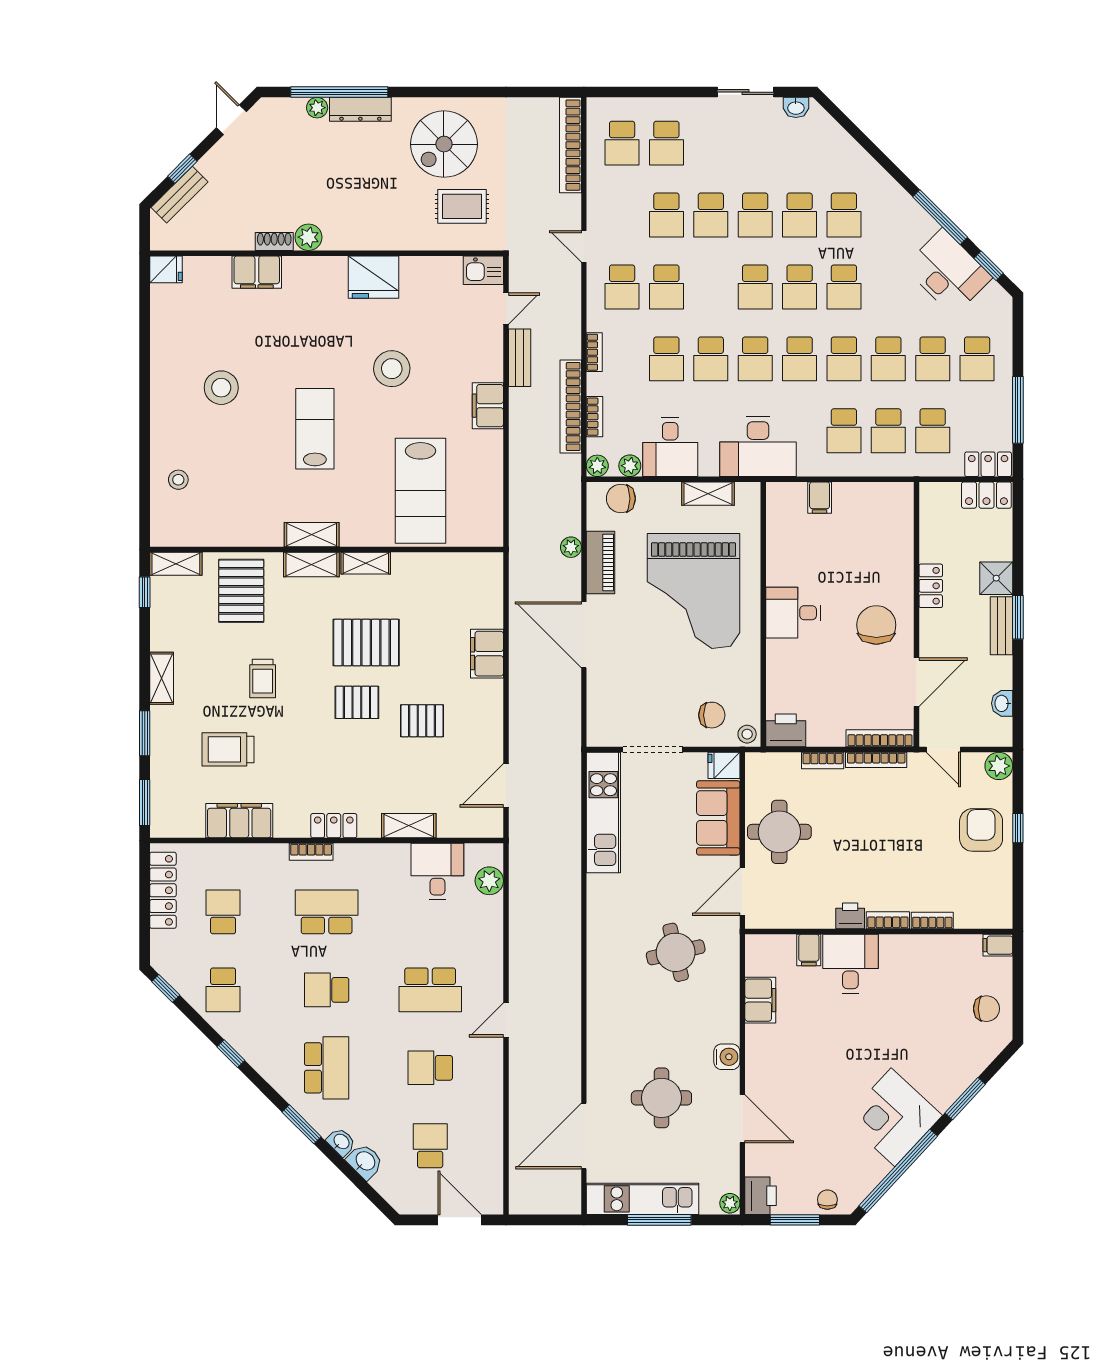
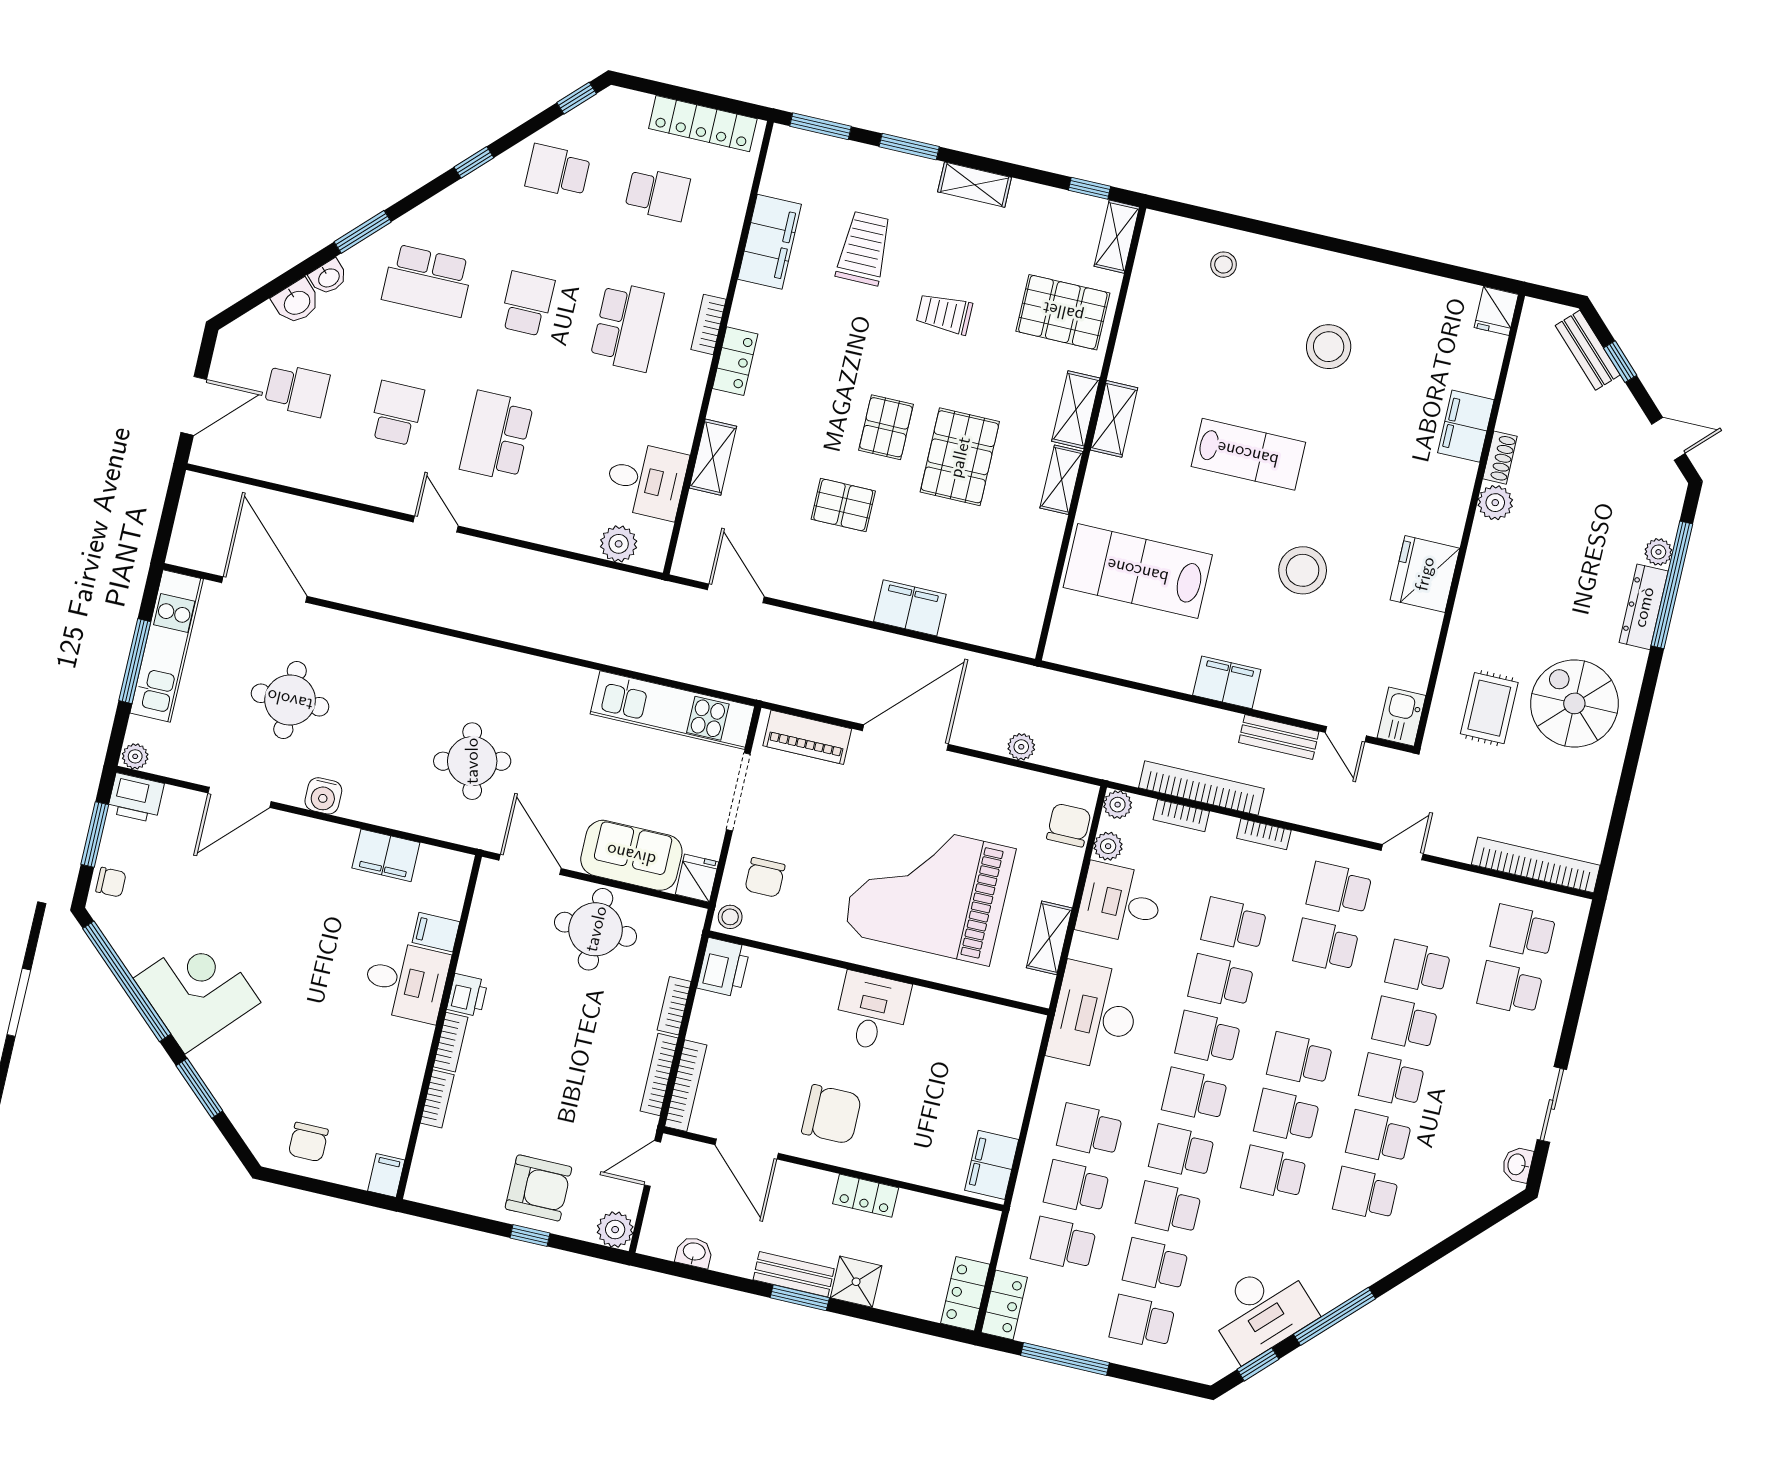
filing cabinet: (820, 498) -> (992, 1165), moved, width x2.00
piano: (601, 562) -> (807, 737), moved
pallet: (422, 721) -> (843, 505), turned 90

